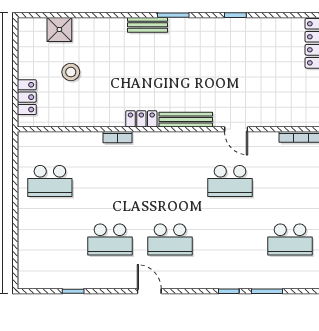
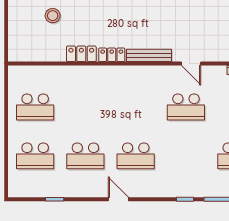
locker: (27, 97) -> (81, 54), moved, turned -90
bookcase: (117, 137) -> (92, 70), removed
school desk: (50, 239) -> (35, 156), added

